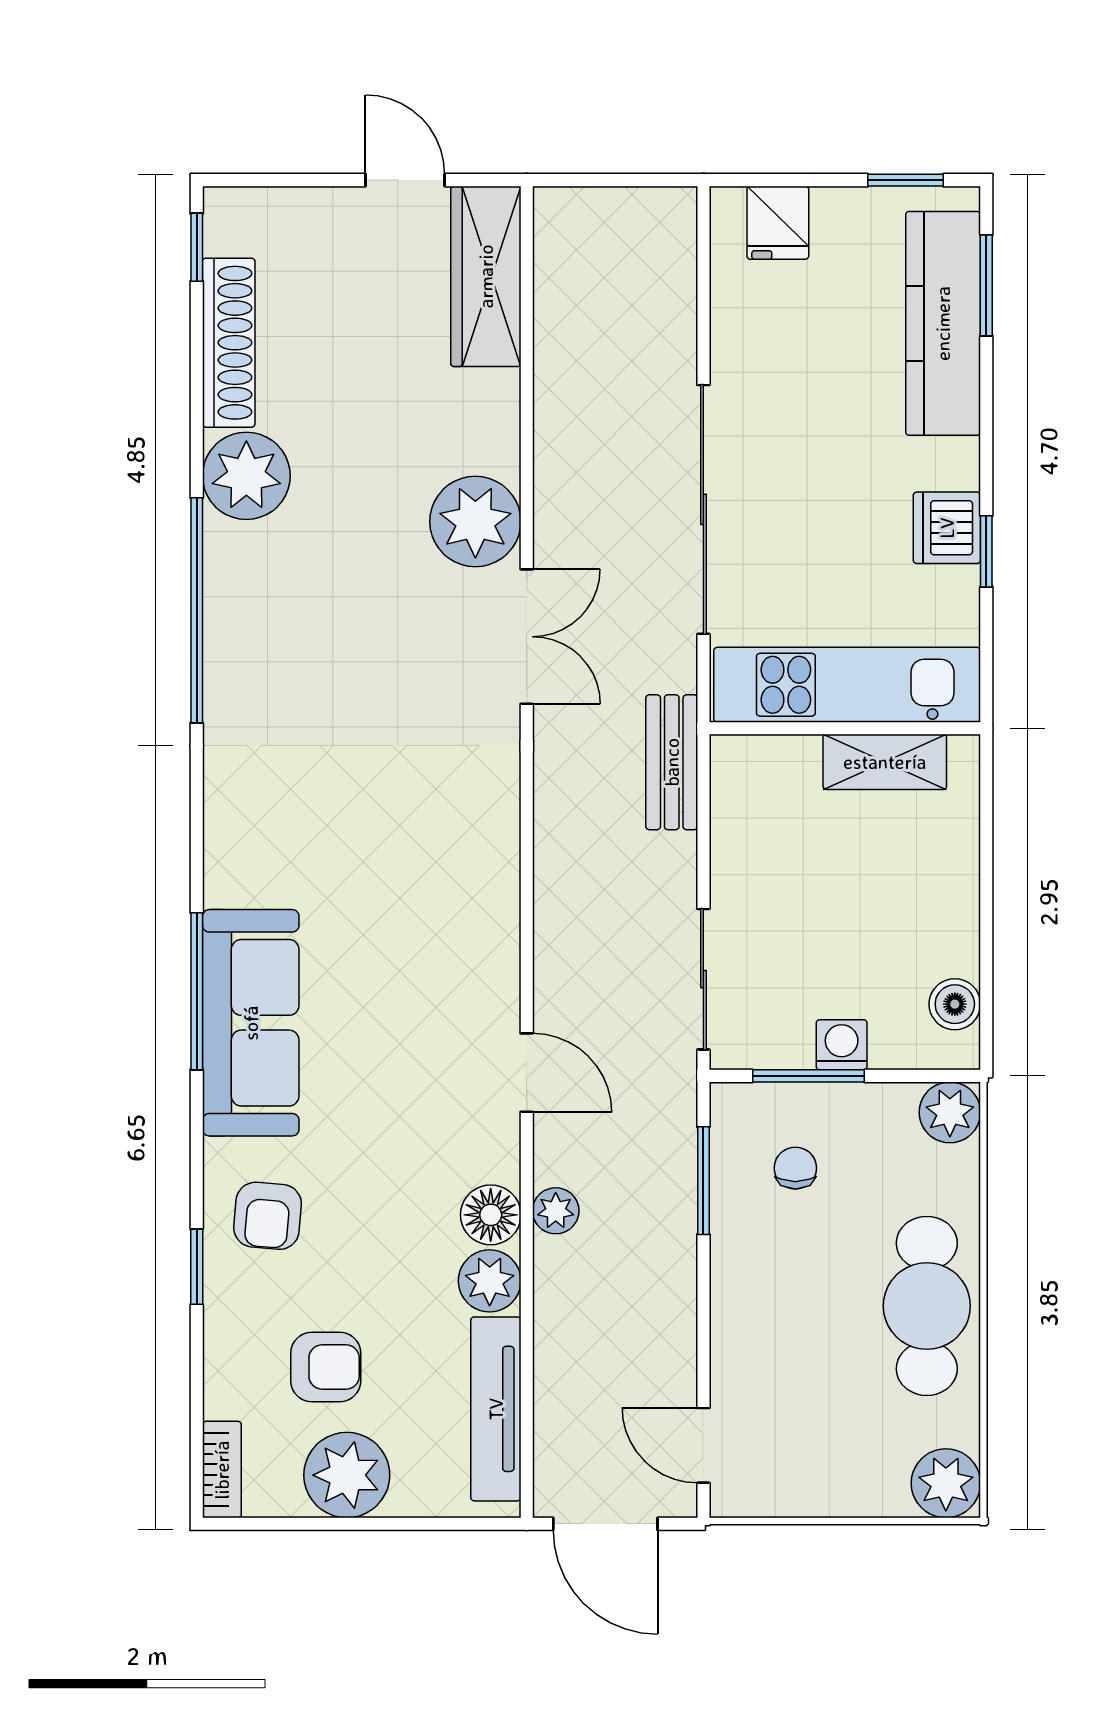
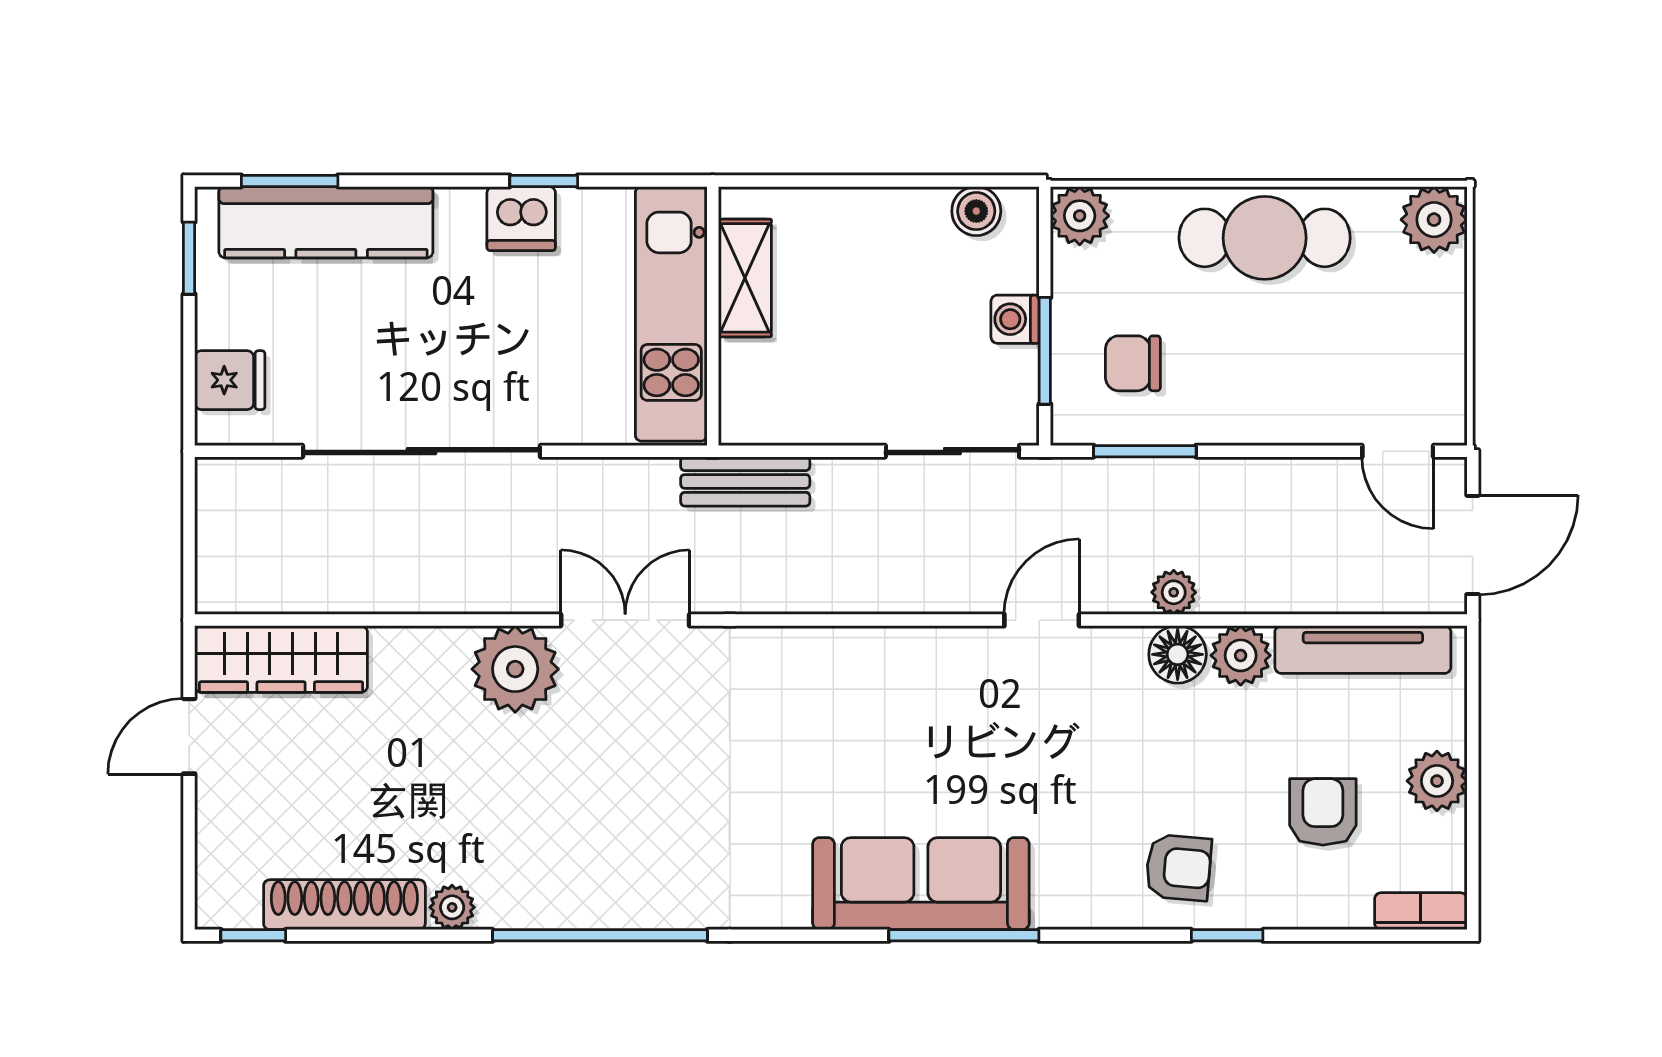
plant: (246, 476) -> (452, 907), width x0.53, depth x0.53
sliding door: (703, 509) -> (422, 451), moved
sofa: (251, 1023) -> (921, 884), moved
chair: (795, 1168) -> (1133, 363), width x1.37, depth x1.37
door: (703, 1445) -> (1398, 451), hinge flipped
plant: (347, 1475) -> (1437, 781), width x0.73, depth x0.73

